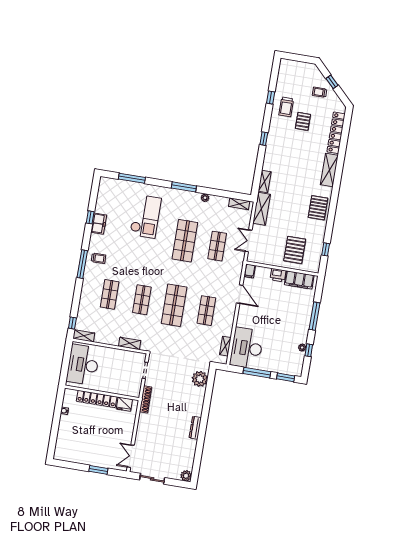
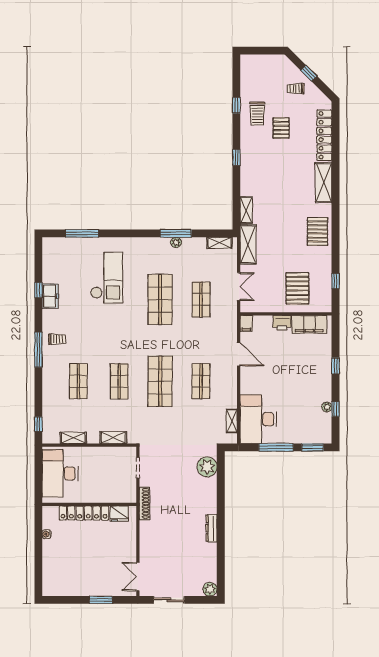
window: (184, 187) -> (176, 233), moved
double door: (249, 241) -> (239, 287), swing flipped
window: (314, 316) -> (336, 366), width x0.46
shelving: (84, 336) -> (73, 438), moved

